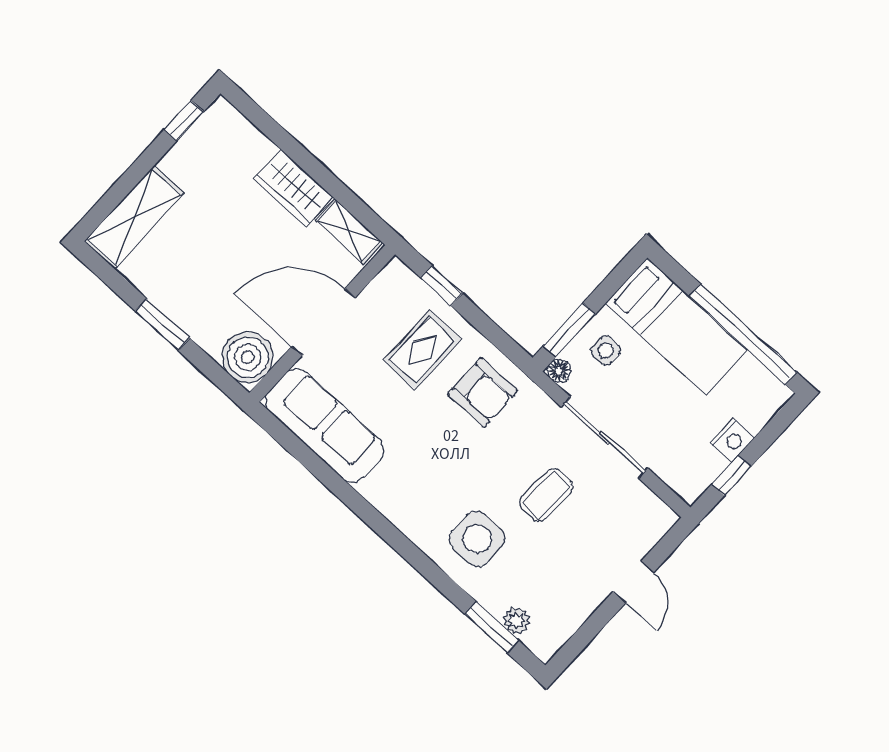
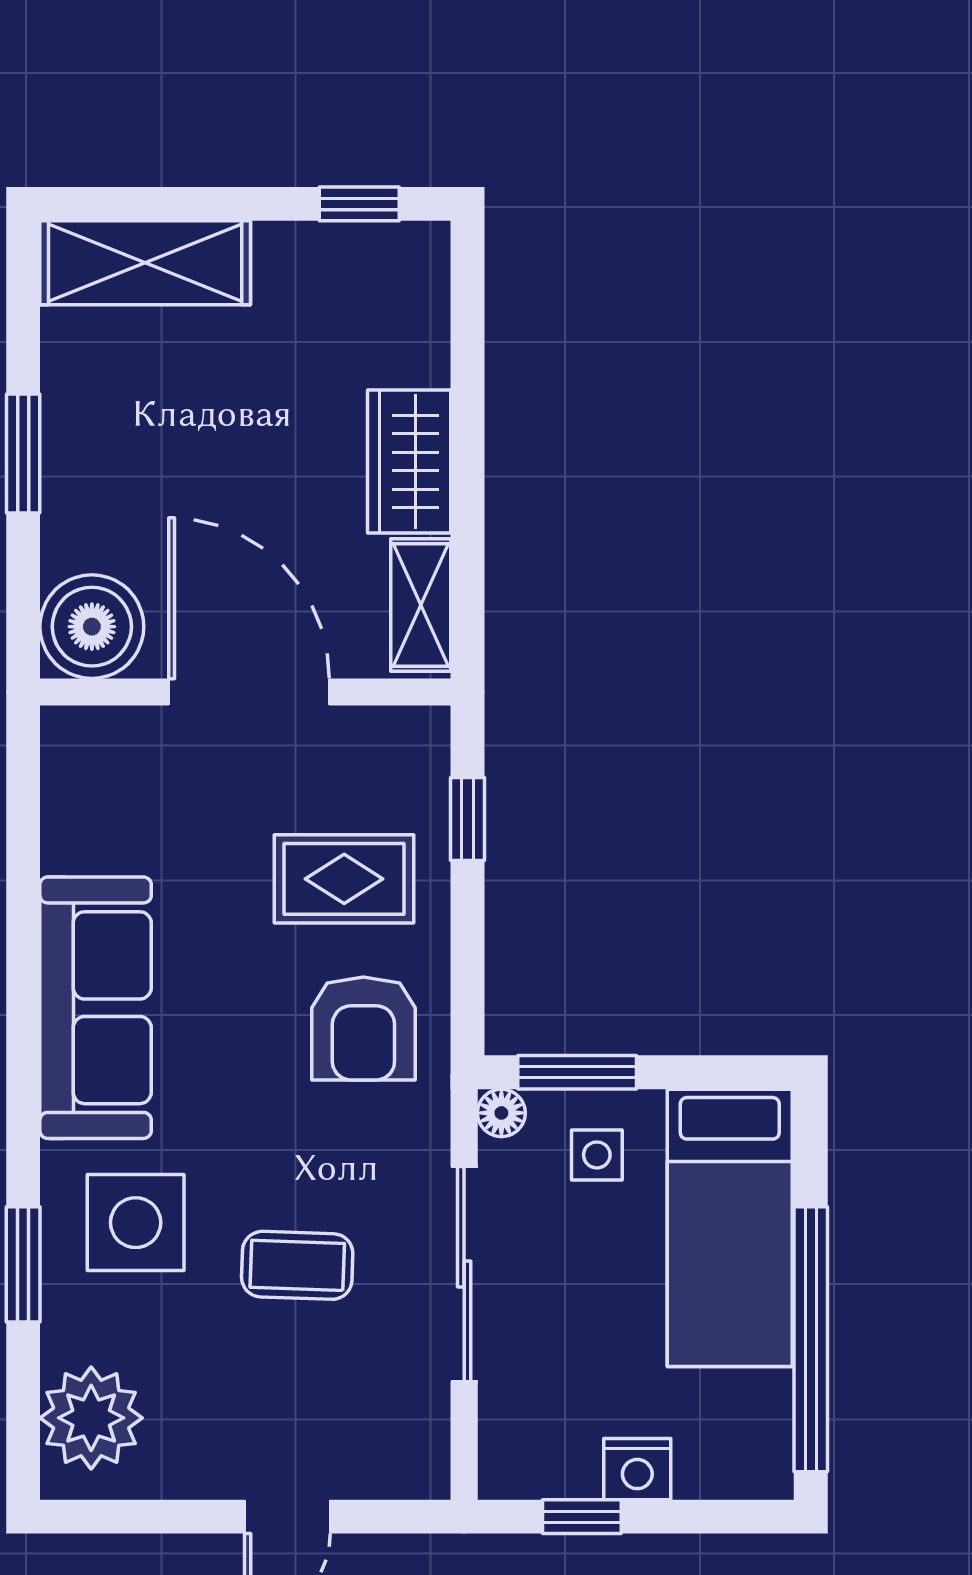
sofa: (325, 425) -> (96, 1008), moved
plant: (516, 621) -> (91, 1418), width x1.88, depth x1.88
window: (492, 627) -> (23, 1264), moved

